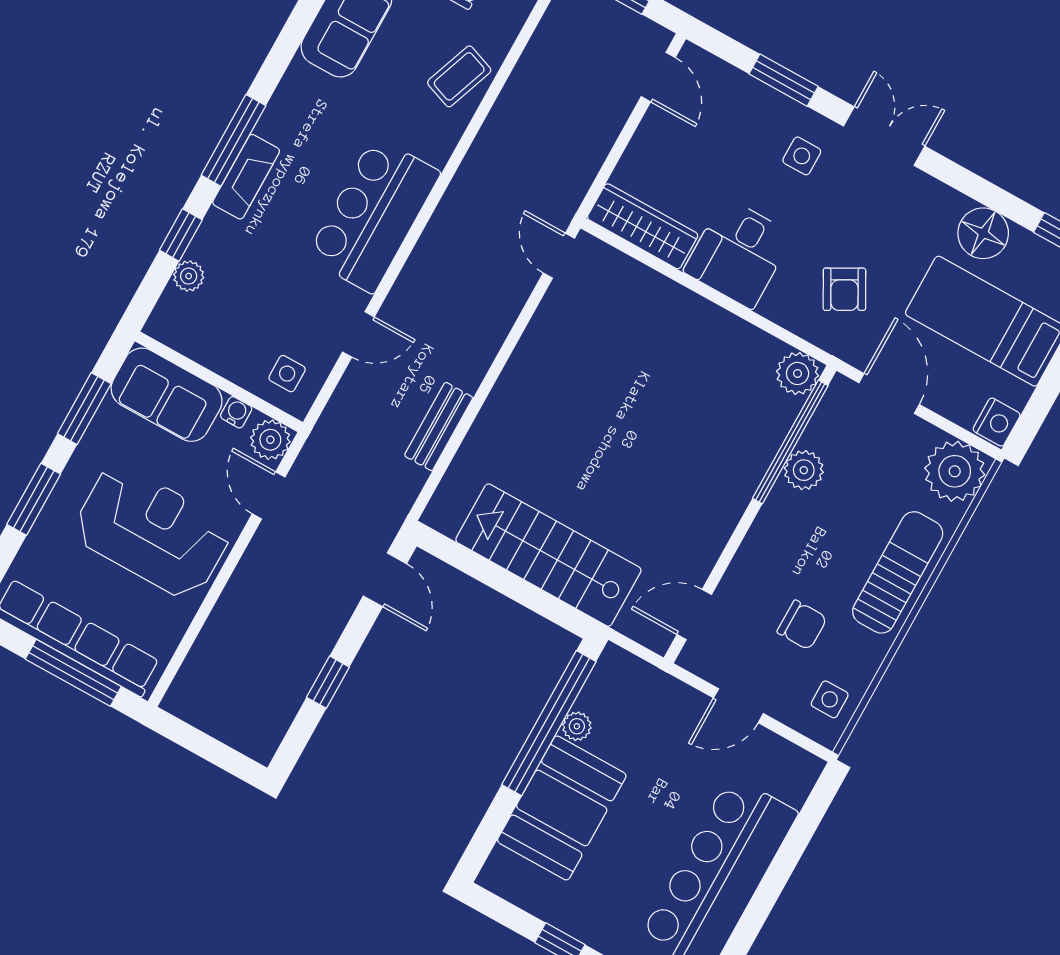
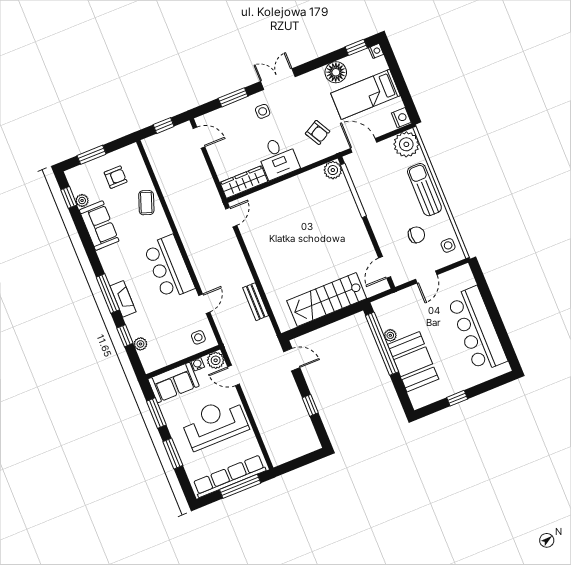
door: (559, 256) -> (231, 217), swing flipped
plant: (804, 470) -> (366, 193), removed

